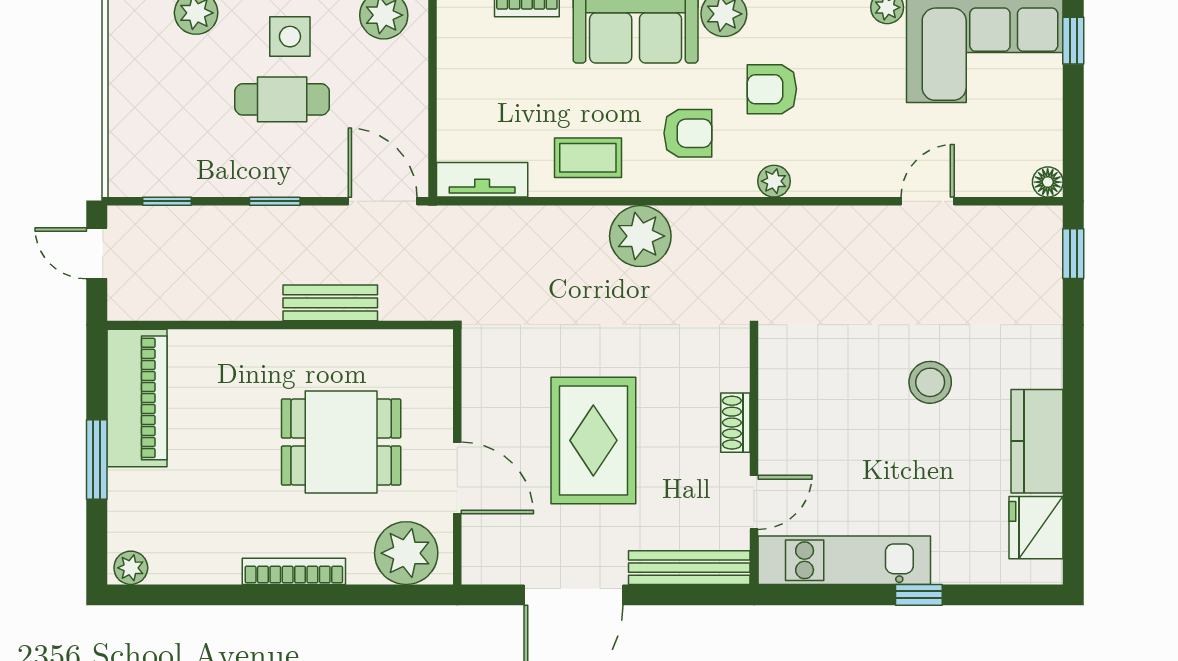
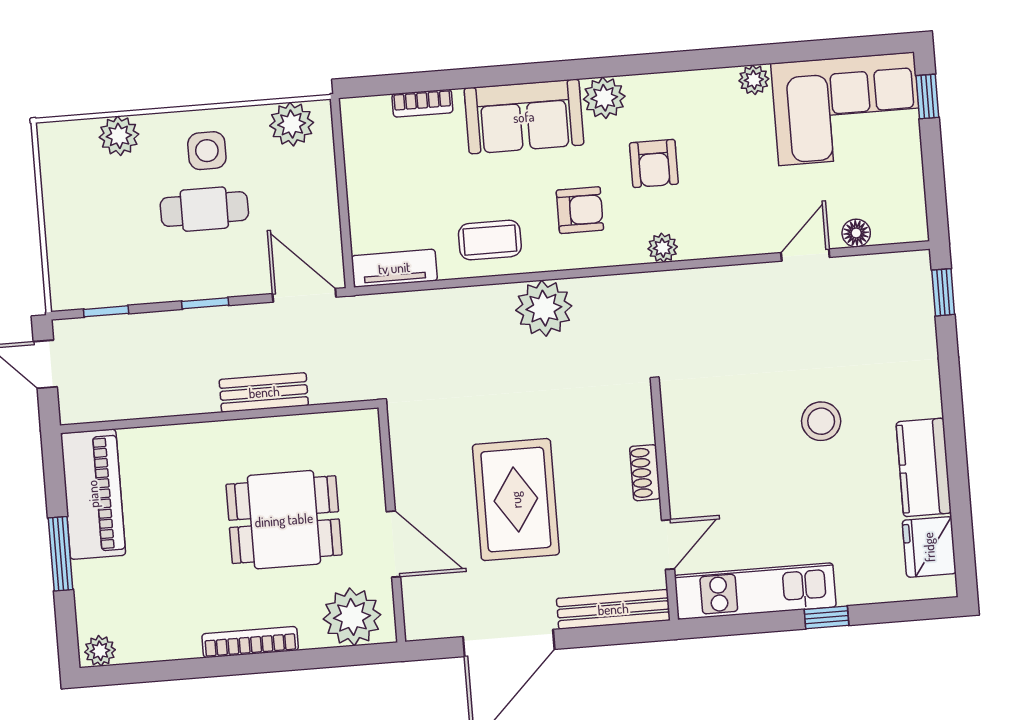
armchair: (772, 89) -> (654, 163), turned -90
floor lamp: (1048, 182) -> (856, 233), moved

